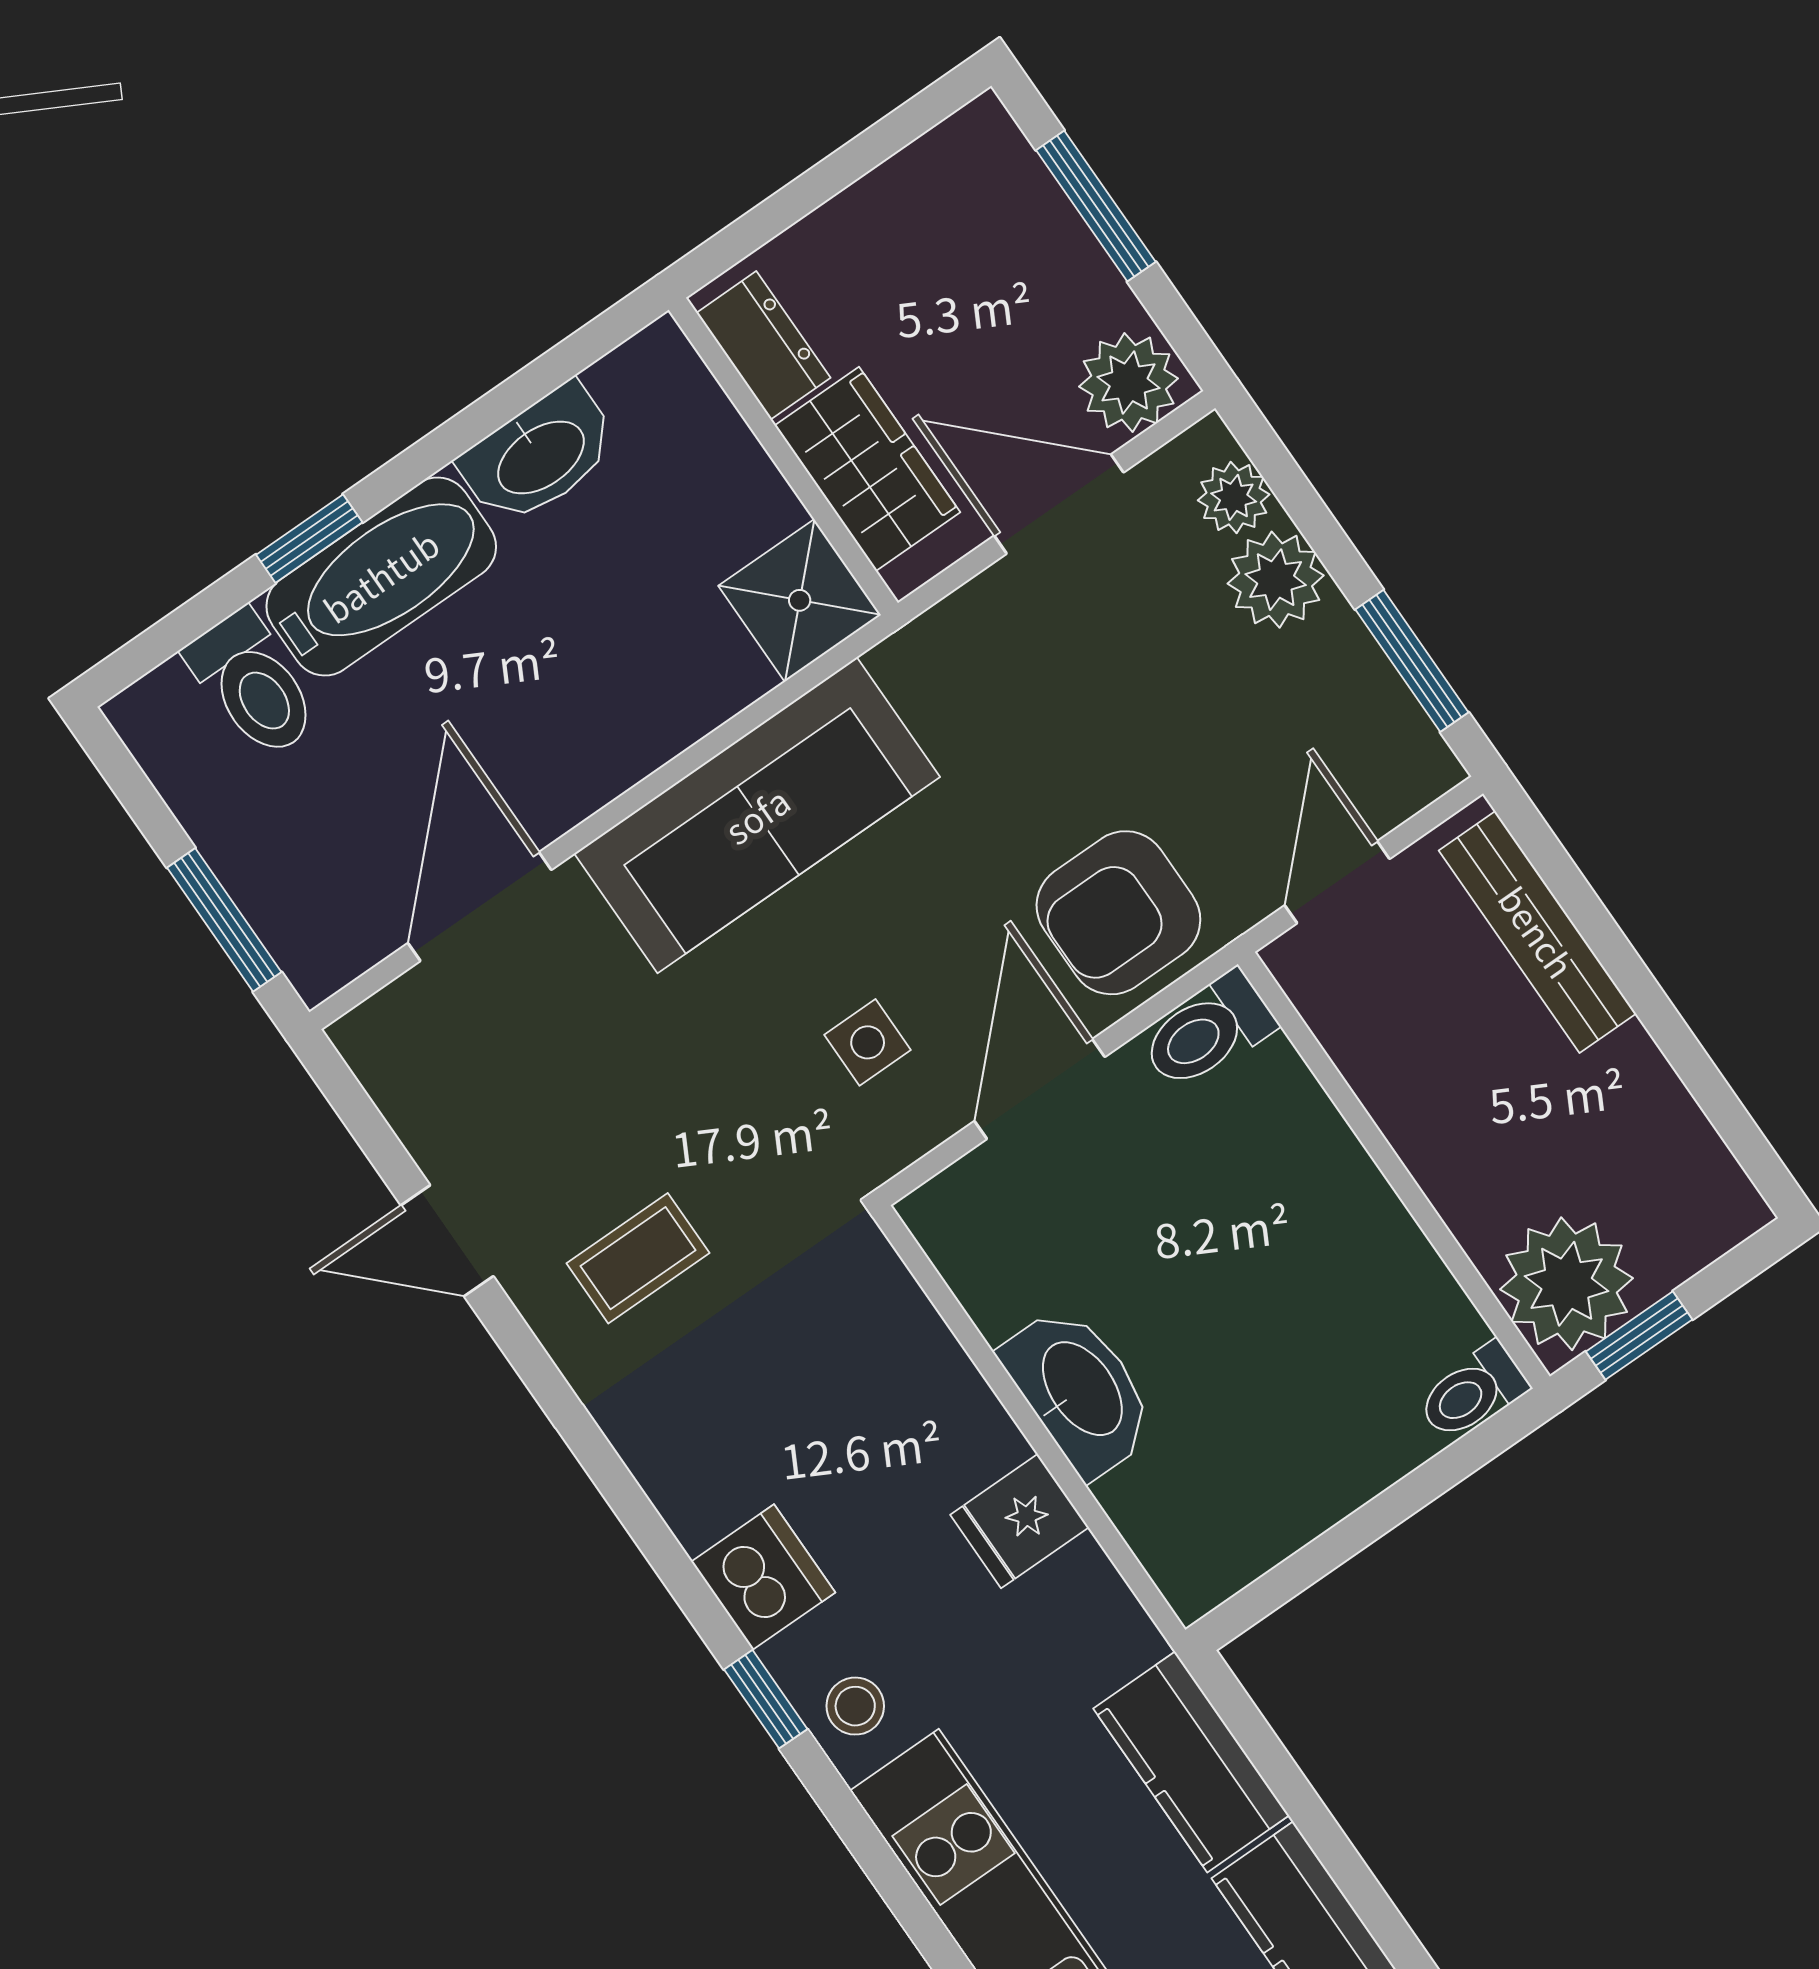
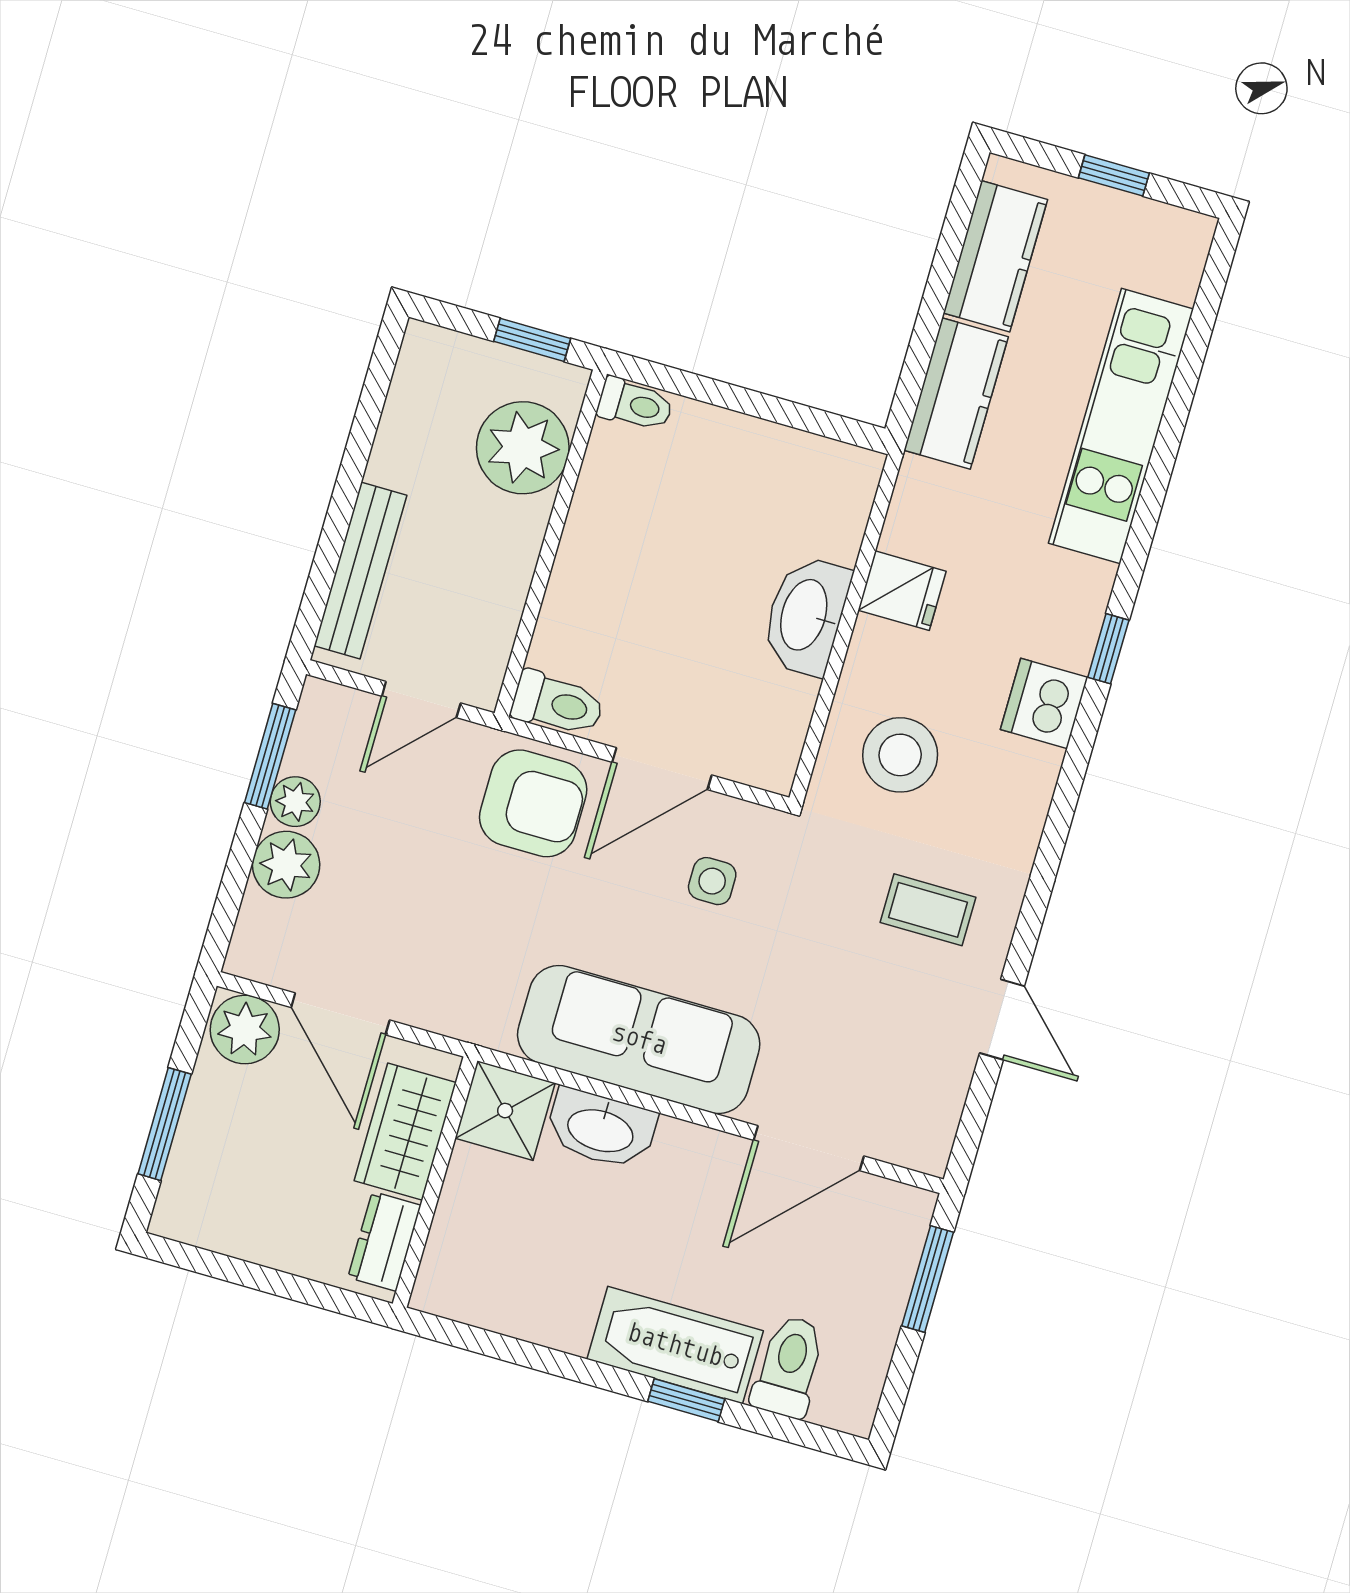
washbasin: (539, 455) -> (601, 1129), moved, turned 180
plant: (1234, 497) -> (295, 802), moved
plant: (1567, 1284) -> (523, 448), moved
stool: (855, 1706) -> (900, 755), moved, width x1.89, depth x1.89

